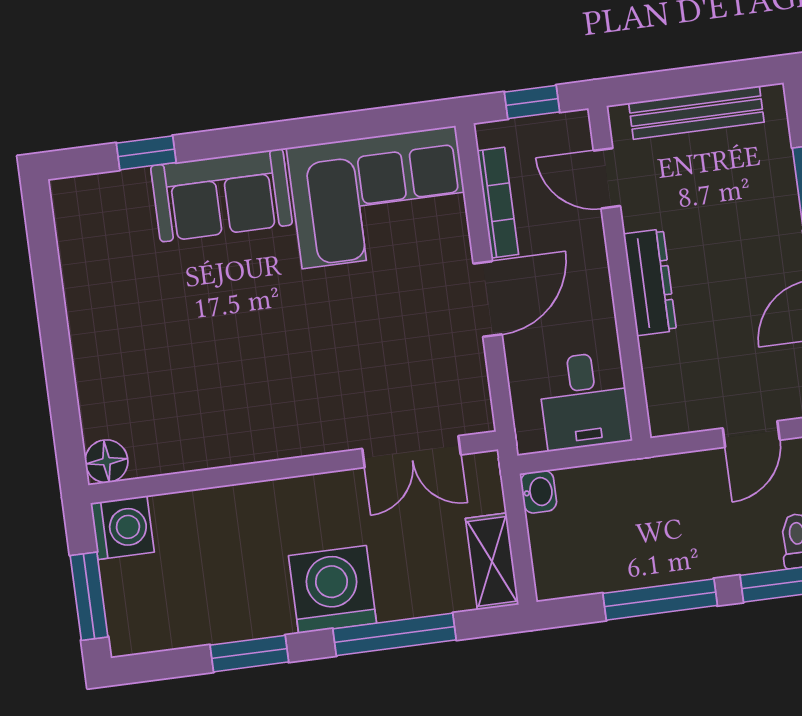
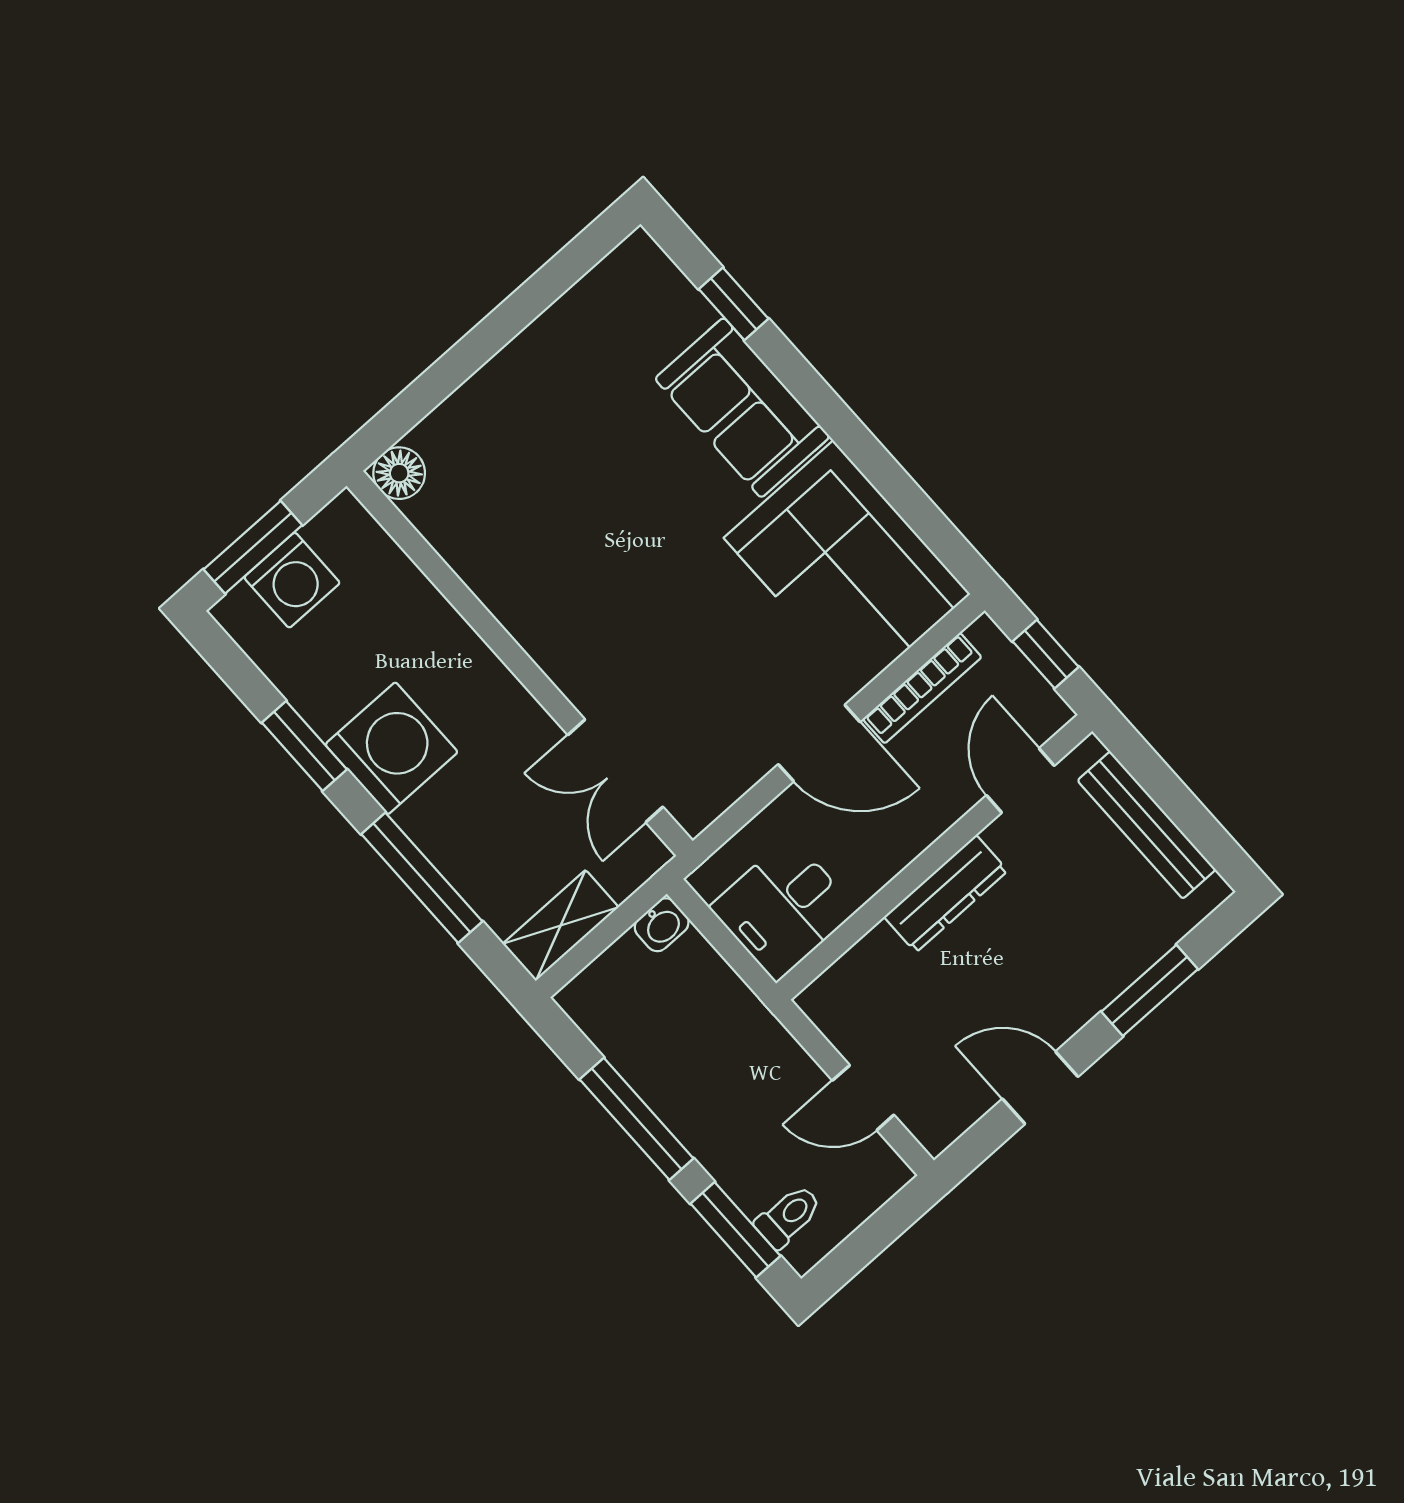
washing machine: (122, 528) -> (292, 580), moved
washing machine: (333, 589) -> (391, 748), moved

